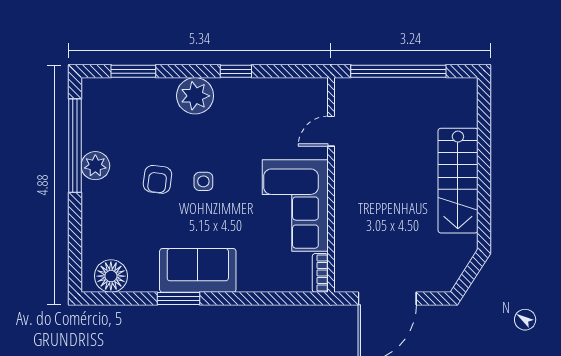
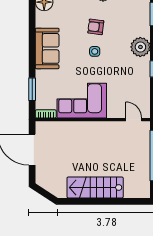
door: (331, 131) -> (134, 120), moved
window: (179, 299) -> (32, 89), moved

